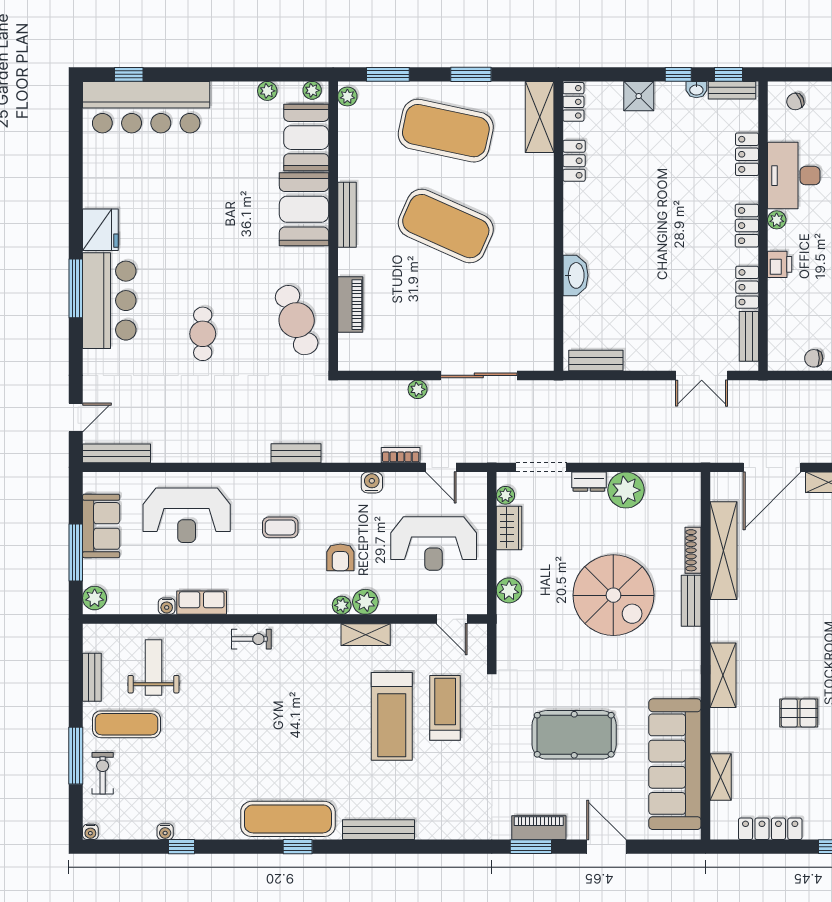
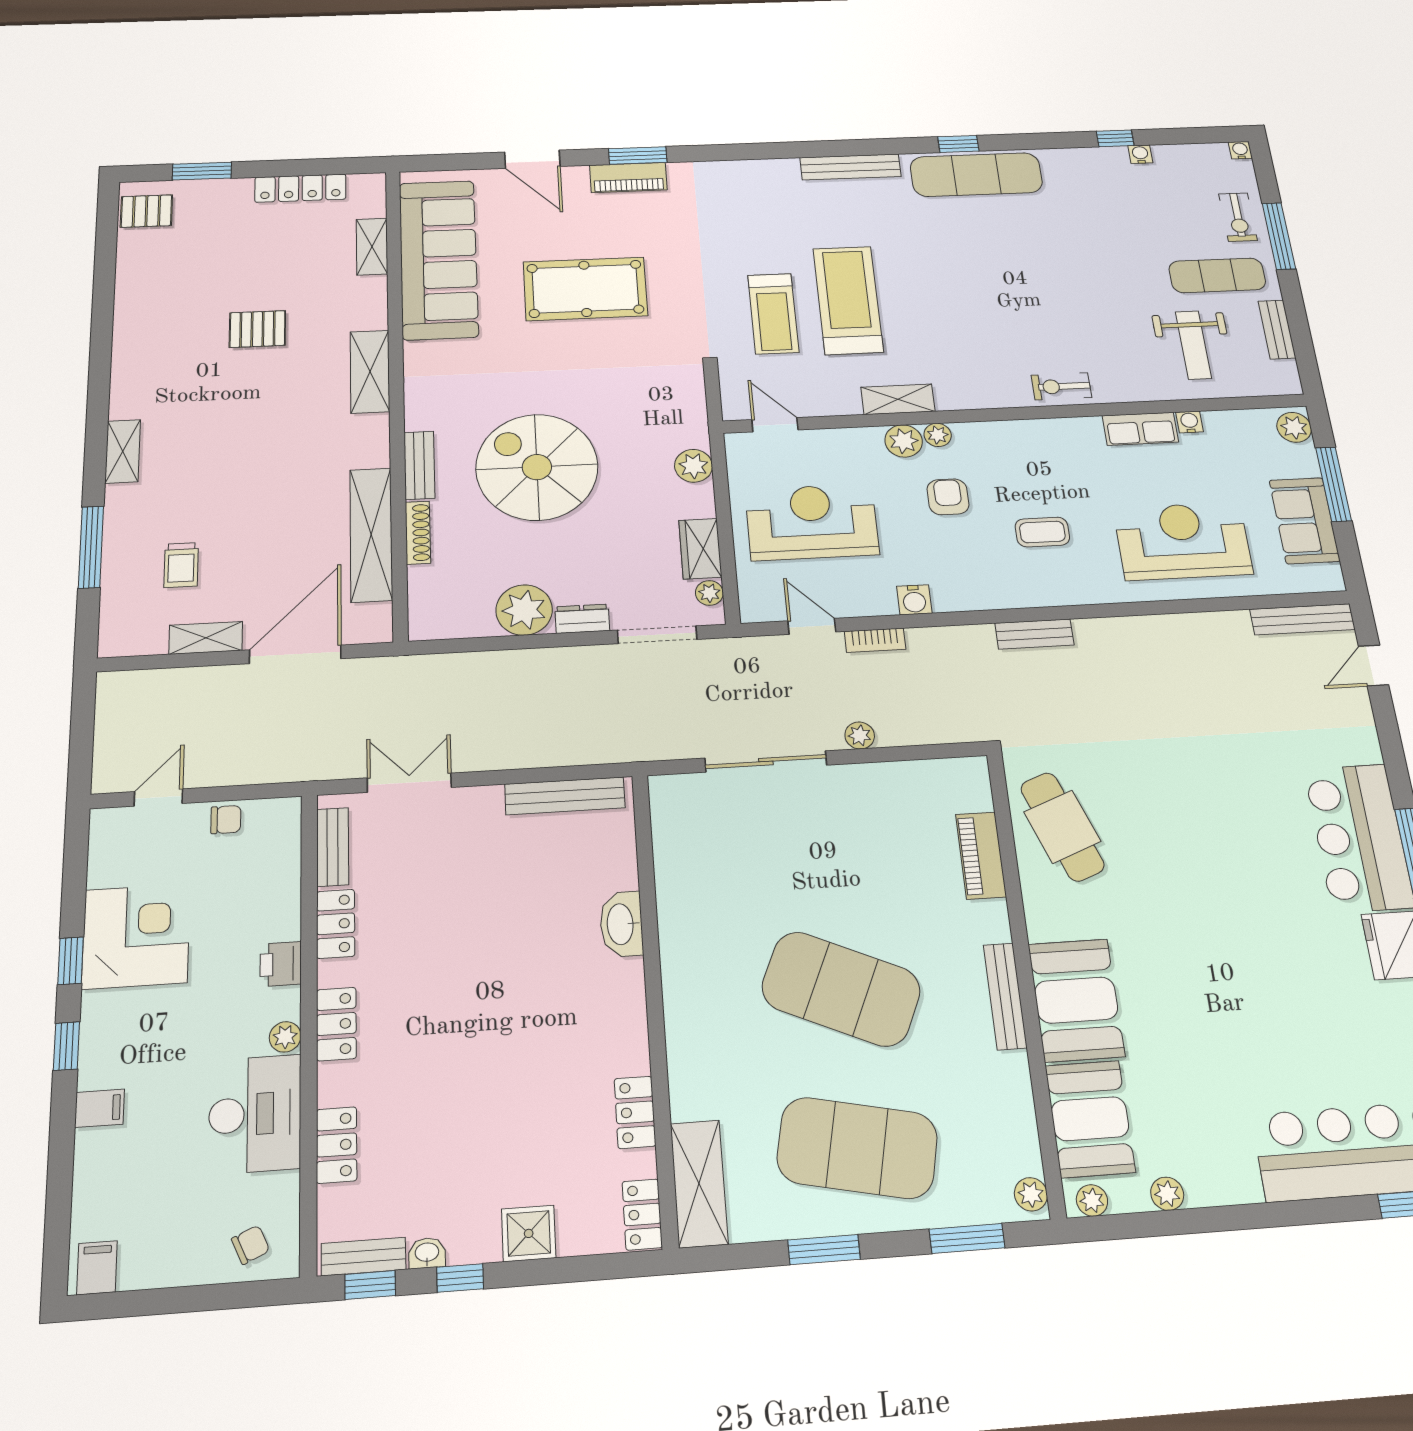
cafe table: (203, 334) -> (1205, 797), removed
bench: (596, 361) -> (565, 796), width x1.36

